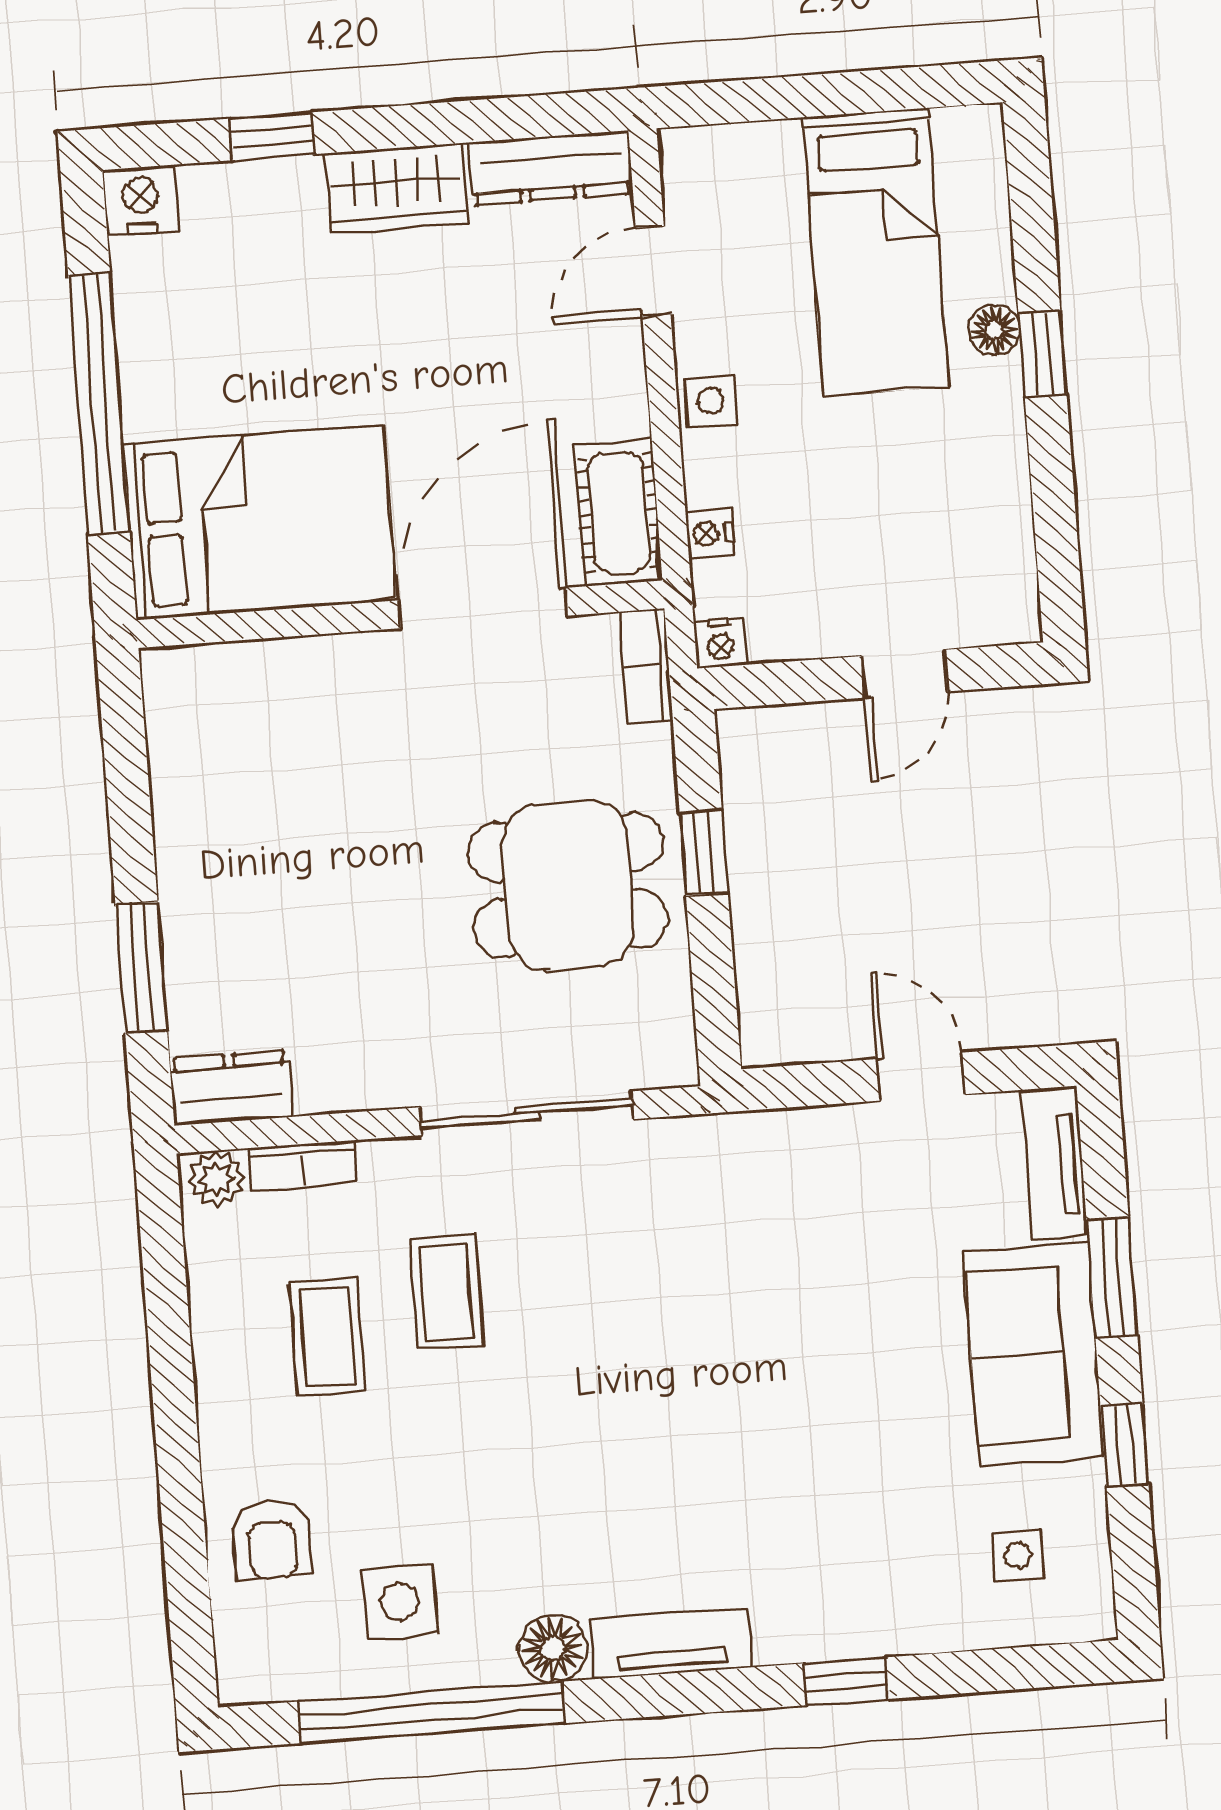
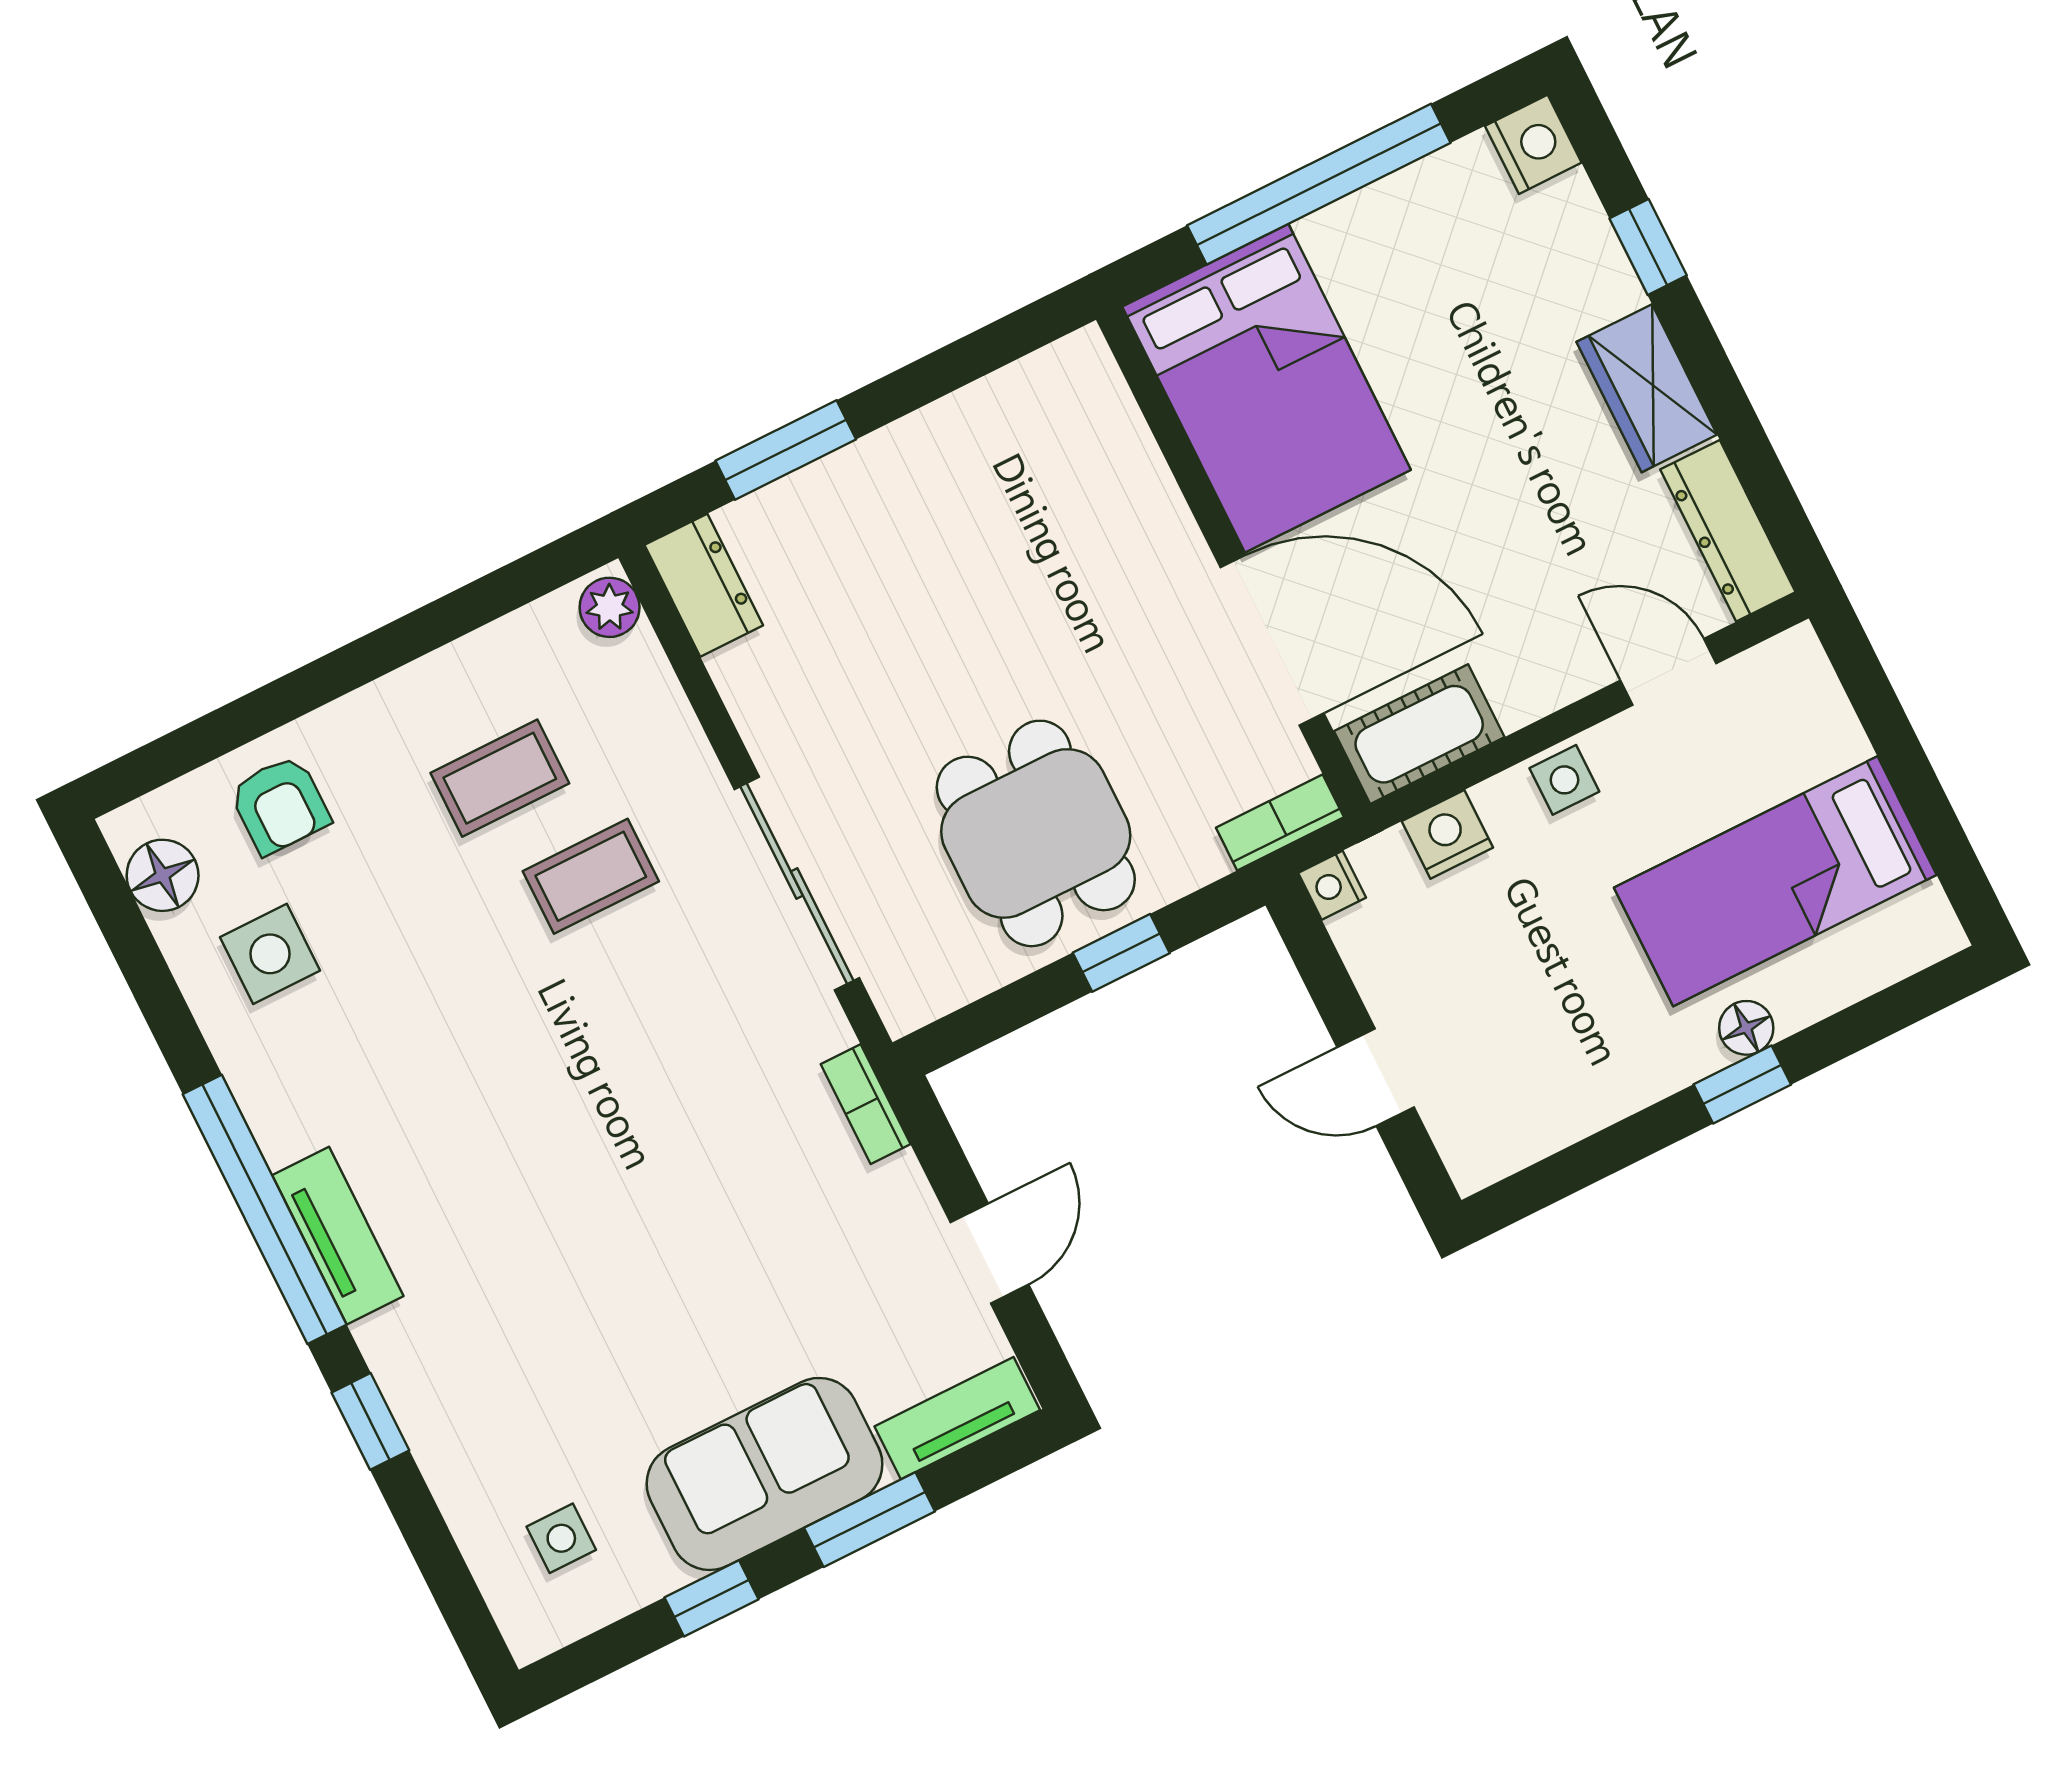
nightstand: (709, 534) -> (1447, 834), width x1.39, depth x1.35
bookcase: (303, 1165) -> (866, 1104), moved
armchair: (272, 1540) -> (280, 805), turned -89
floor lamp: (553, 1648) -> (163, 875), moved
window: (431, 1712) -> (265, 1209), moved

